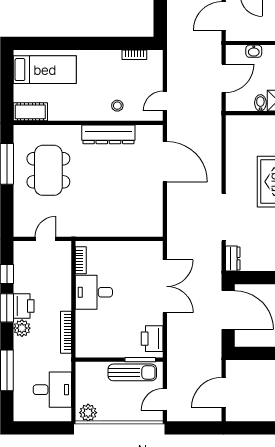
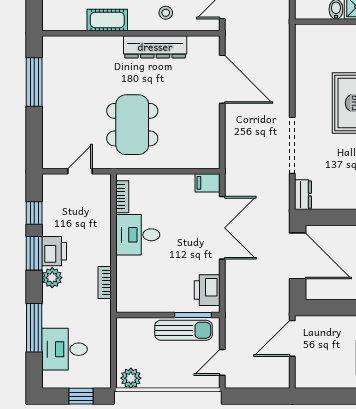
cot: (30, 112) -> (107, 20), moved
dining table: (48, 170) -> (132, 125), moved
filing cabinet: (152, 249) -> (208, 183), added
bookcase: (66, 332) -> (105, 282), width x0.64
desk: (52, 390) -> (65, 349), moved, turned 180
door: (224, 393) -> (292, 338), moved
window: (46, 428) -> (81, 396), added

